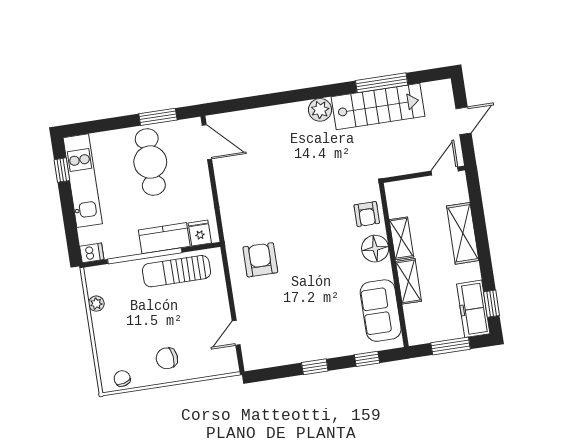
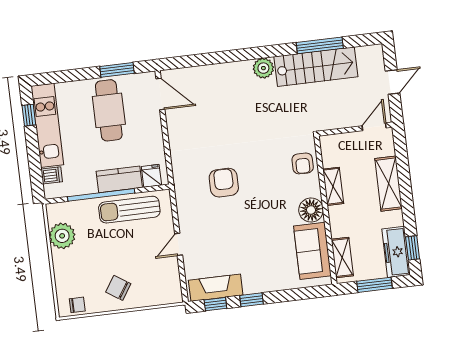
floor lamp: (375, 249) -> (311, 210), moved
dishwasher: (92, 253) -> (52, 175), moved
armchair: (260, 260) -> (224, 183), moved
shelving: (409, 281) -> (342, 257), moved
plant: (96, 304) -> (62, 236), width x1.88, depth x1.88
door: (236, 333) -> (179, 244), moved
fireplace: (275, 355) -> (216, 288), added
chair: (167, 358) -> (118, 288), turned 39
window: (367, 359) -> (215, 304), moved
chair: (122, 379) -> (77, 305), turned 105

